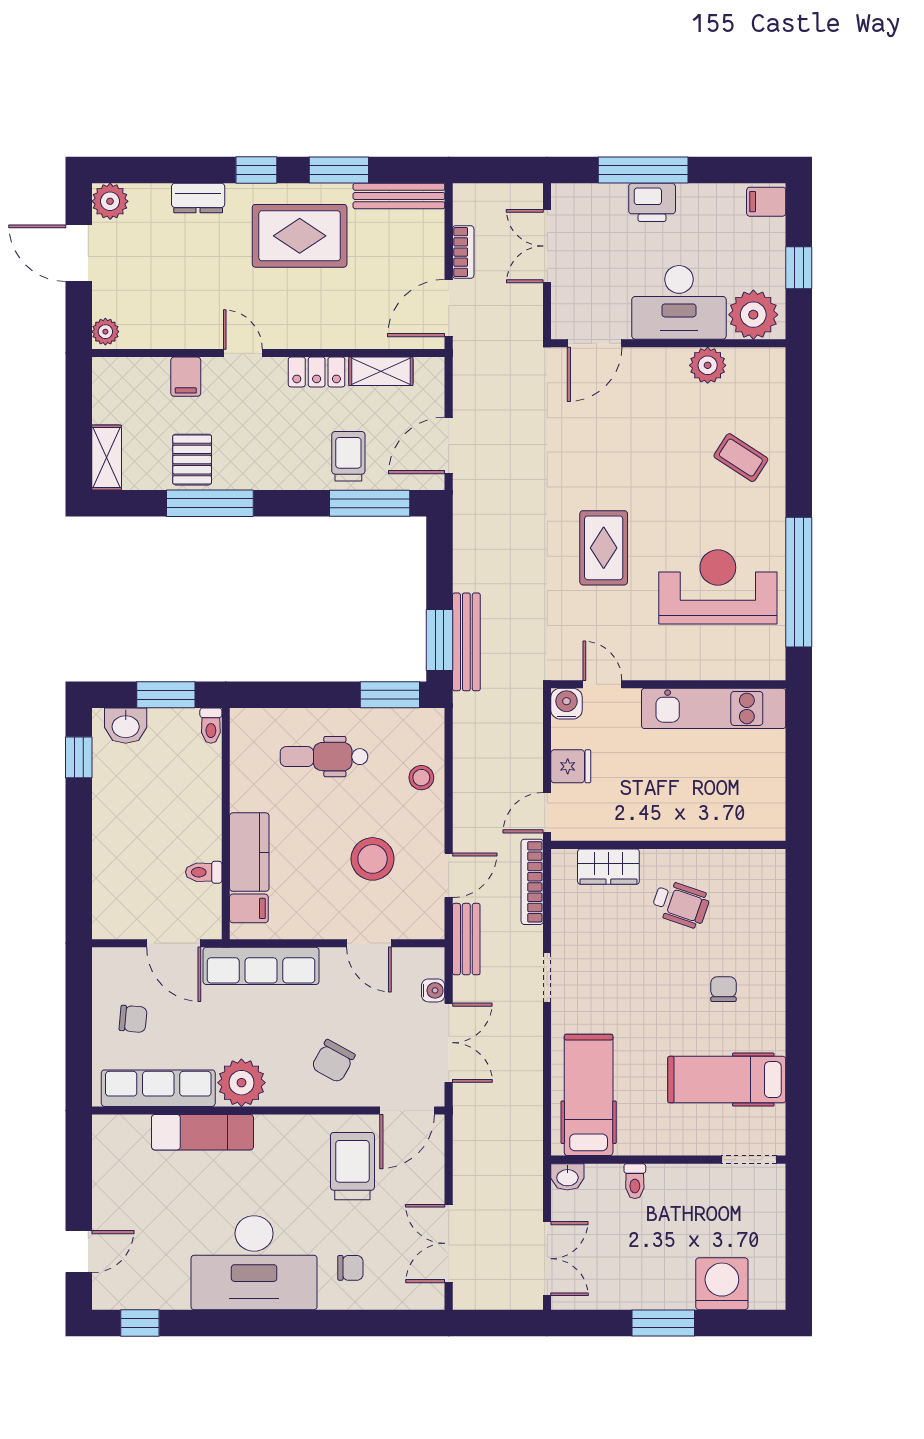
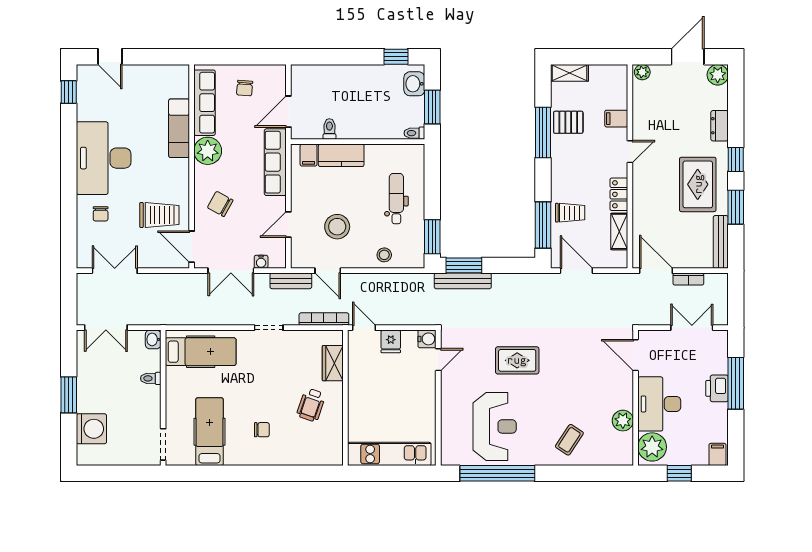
kitchen unit: (714, 708) -> (389, 454), moved, turned 90

